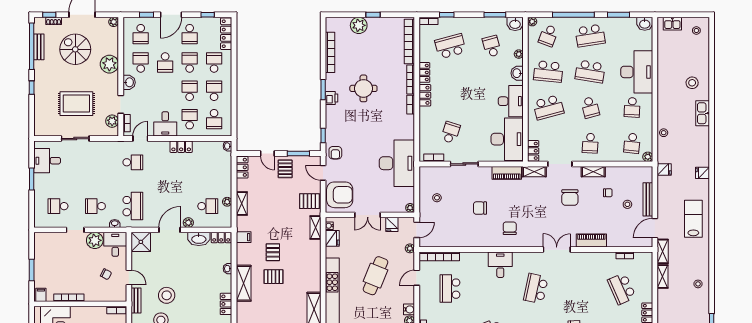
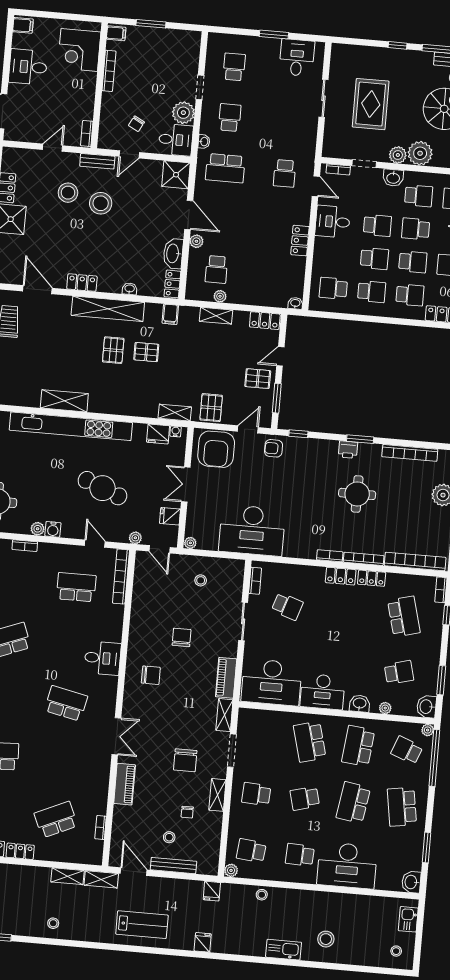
window: (573, 15) -> (434, 758), moved
school desk: (190, 119) -> (377, 225), moved
plant: (112, 121) -> (398, 155), moved
locker: (533, 151) -> (253, 716), removed
chair: (570, 197) -> (185, 760), turned -90
shelving: (244, 283) -> (108, 309), width x1.47

